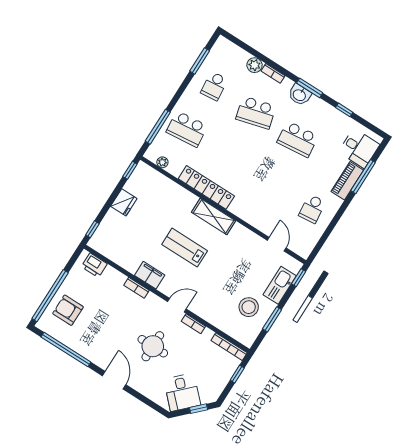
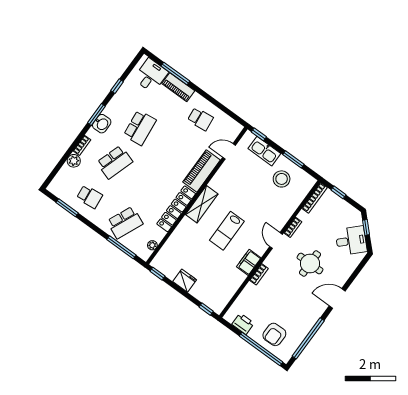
school desk: (256, 113) -> (115, 162), turned 33
school desk: (187, 129) -> (125, 222), turned 30
piano: (252, 214) -> (202, 171), added
printer: (94, 265) -> (243, 324), moved, turned -90

